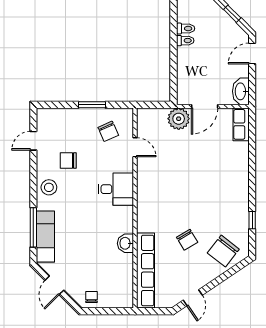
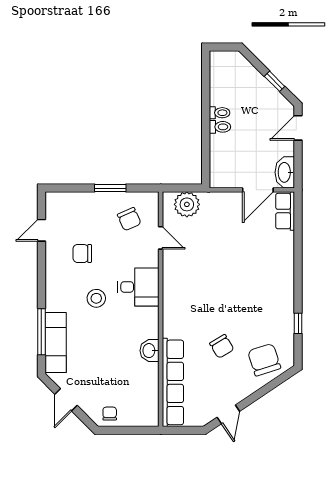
toilet: (186, 29) -> (220, 127), moved
door: (205, 106) -> (258, 190), moved
plant: (179, 119) -> (187, 204), moved
stool: (49, 187) -> (96, 298), moved
chair: (223, 251) -> (264, 360), turned 124

